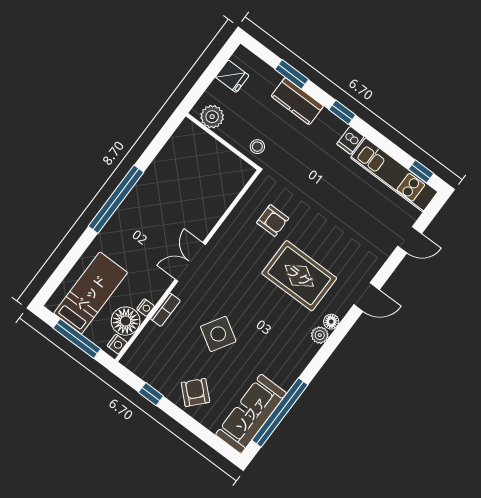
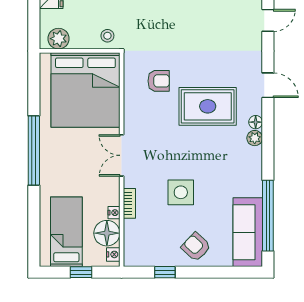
bed: (202, 180) -> (85, 90), added
door: (367, 297) -> (268, 85), hinge flipped
side table: (218, 334) -> (181, 192), turned -31
window: (77, 338) -> (81, 272), width x0.46

